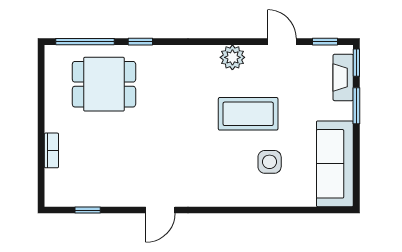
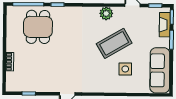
dining table: (104, 84) -> (38, 27), turned 90
coffee table: (248, 114) -> (114, 43), turned -30

